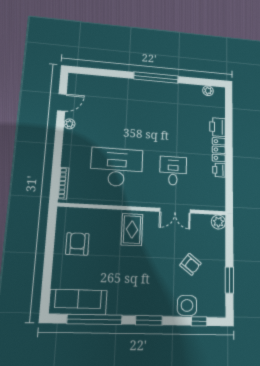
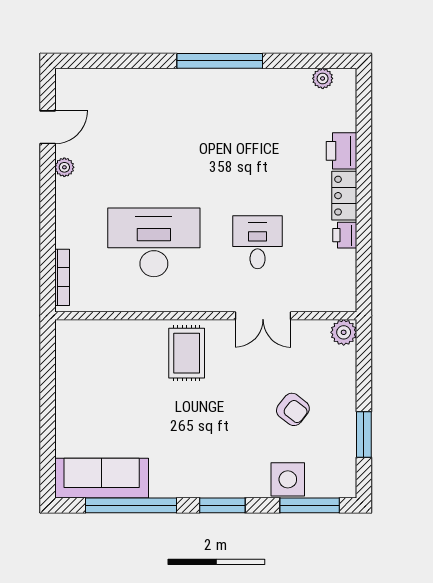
armchair: (77, 244) -> (94, 382), removed
window: (199, 321) -> (310, 505), width x2.17

